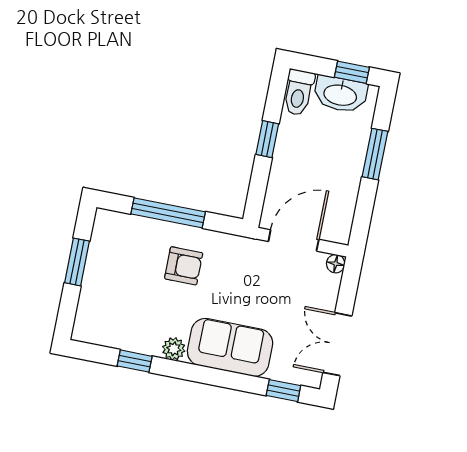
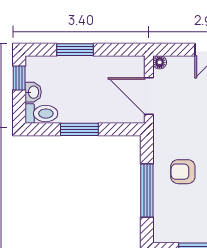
washbasin: (340, 94) -> (33, 92), width x0.52, depth x0.69
window: (267, 139) -> (79, 129), width x1.50
armchair: (184, 266) -> (183, 172), turned -90

